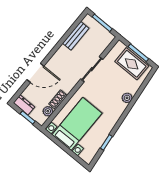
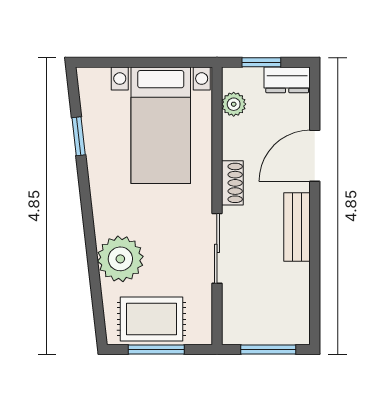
bench: (76, 36) -> (297, 227), moved
plant: (127, 98) -> (120, 259), width x1.88, depth x1.88
shoe rack: (58, 100) -> (232, 183), moved

